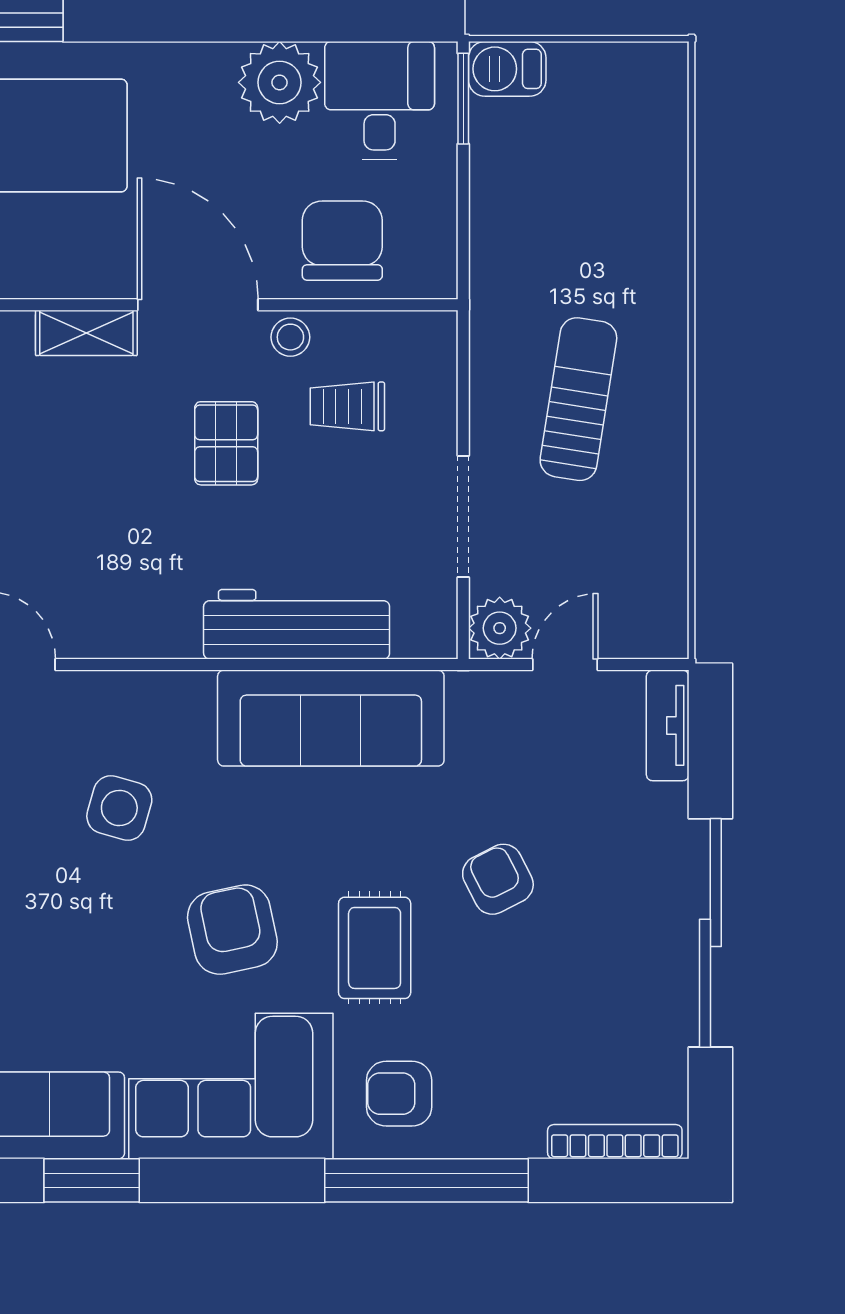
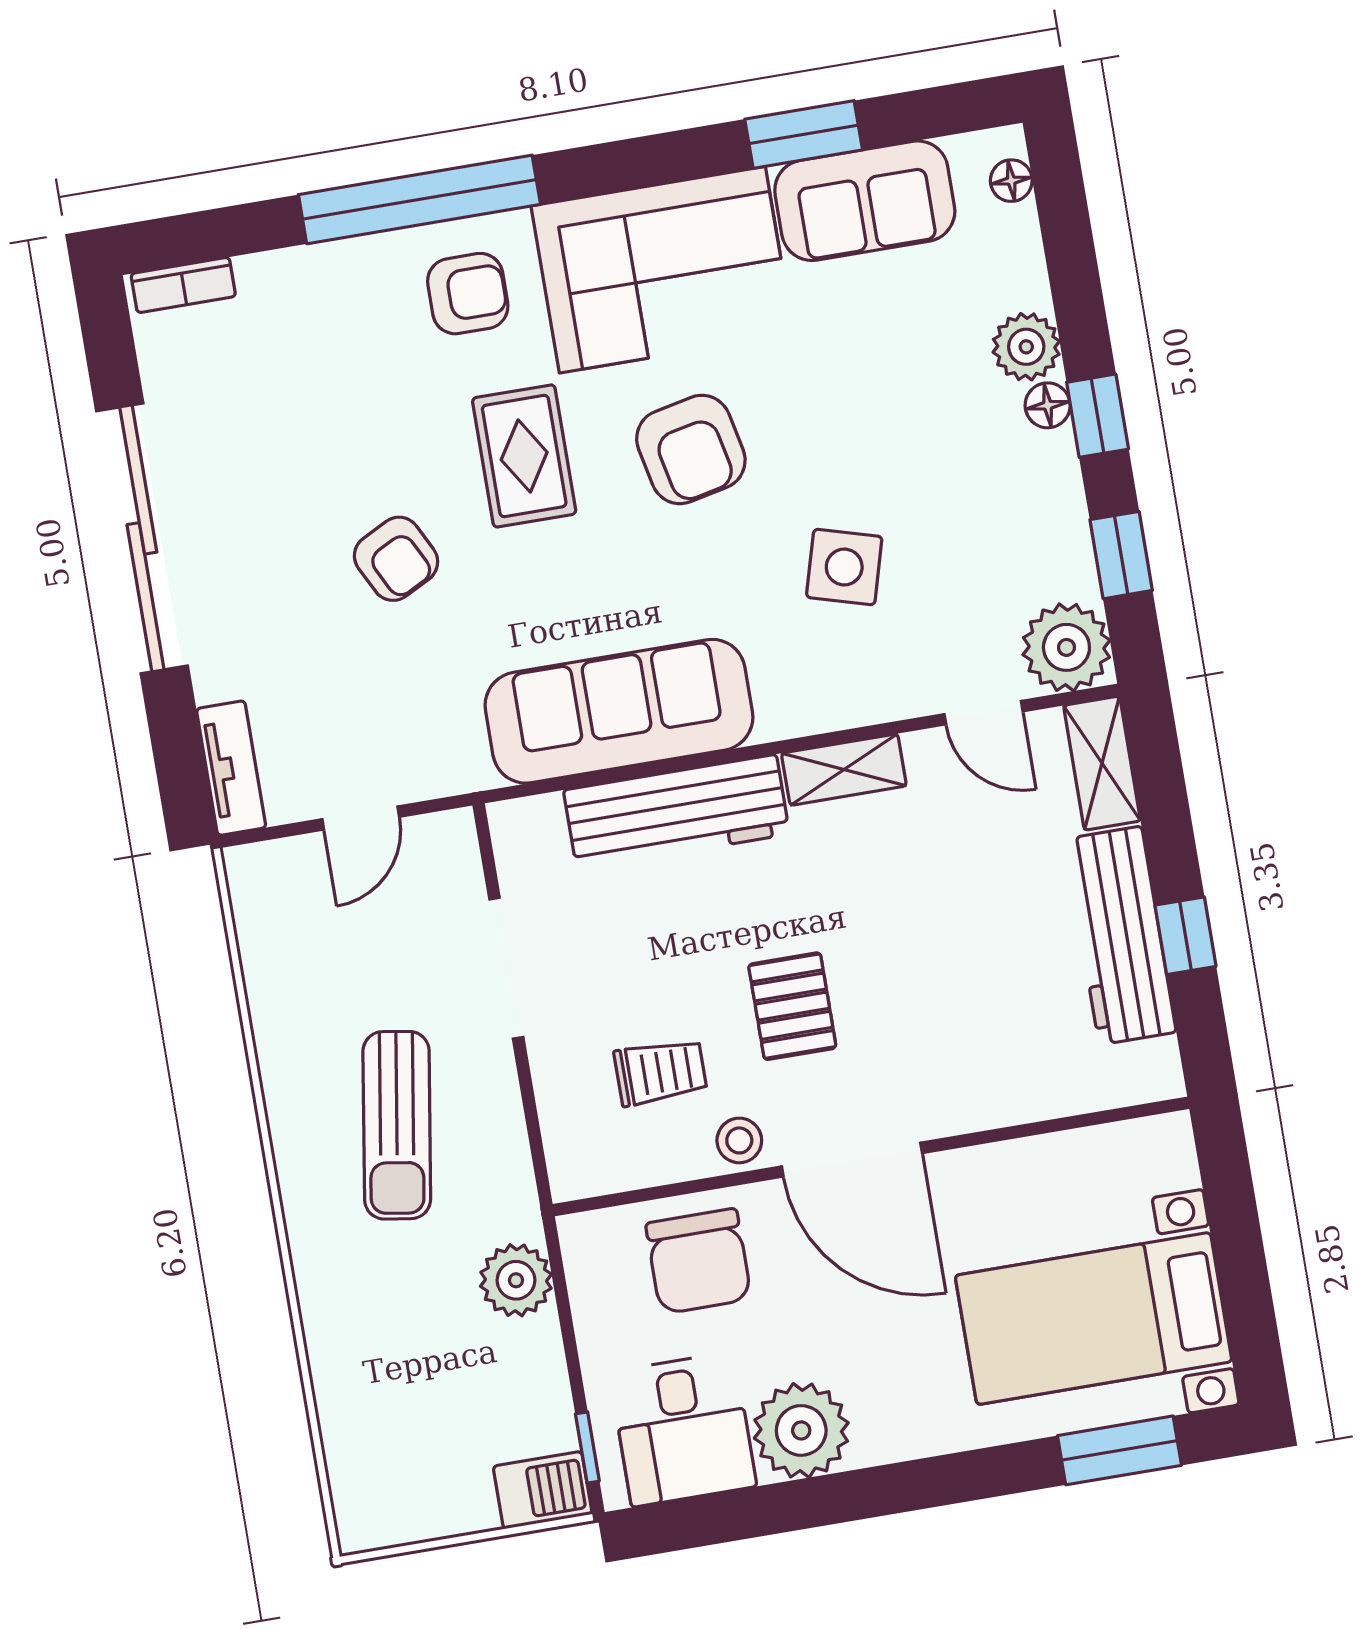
window: (463, 99) -> (587, 1447), width x0.67
shelving: (86, 333) -> (844, 770), moved
plant: (500, 628) -> (516, 1280), moved
bookcase: (615, 1142) -> (183, 285), width x0.64

